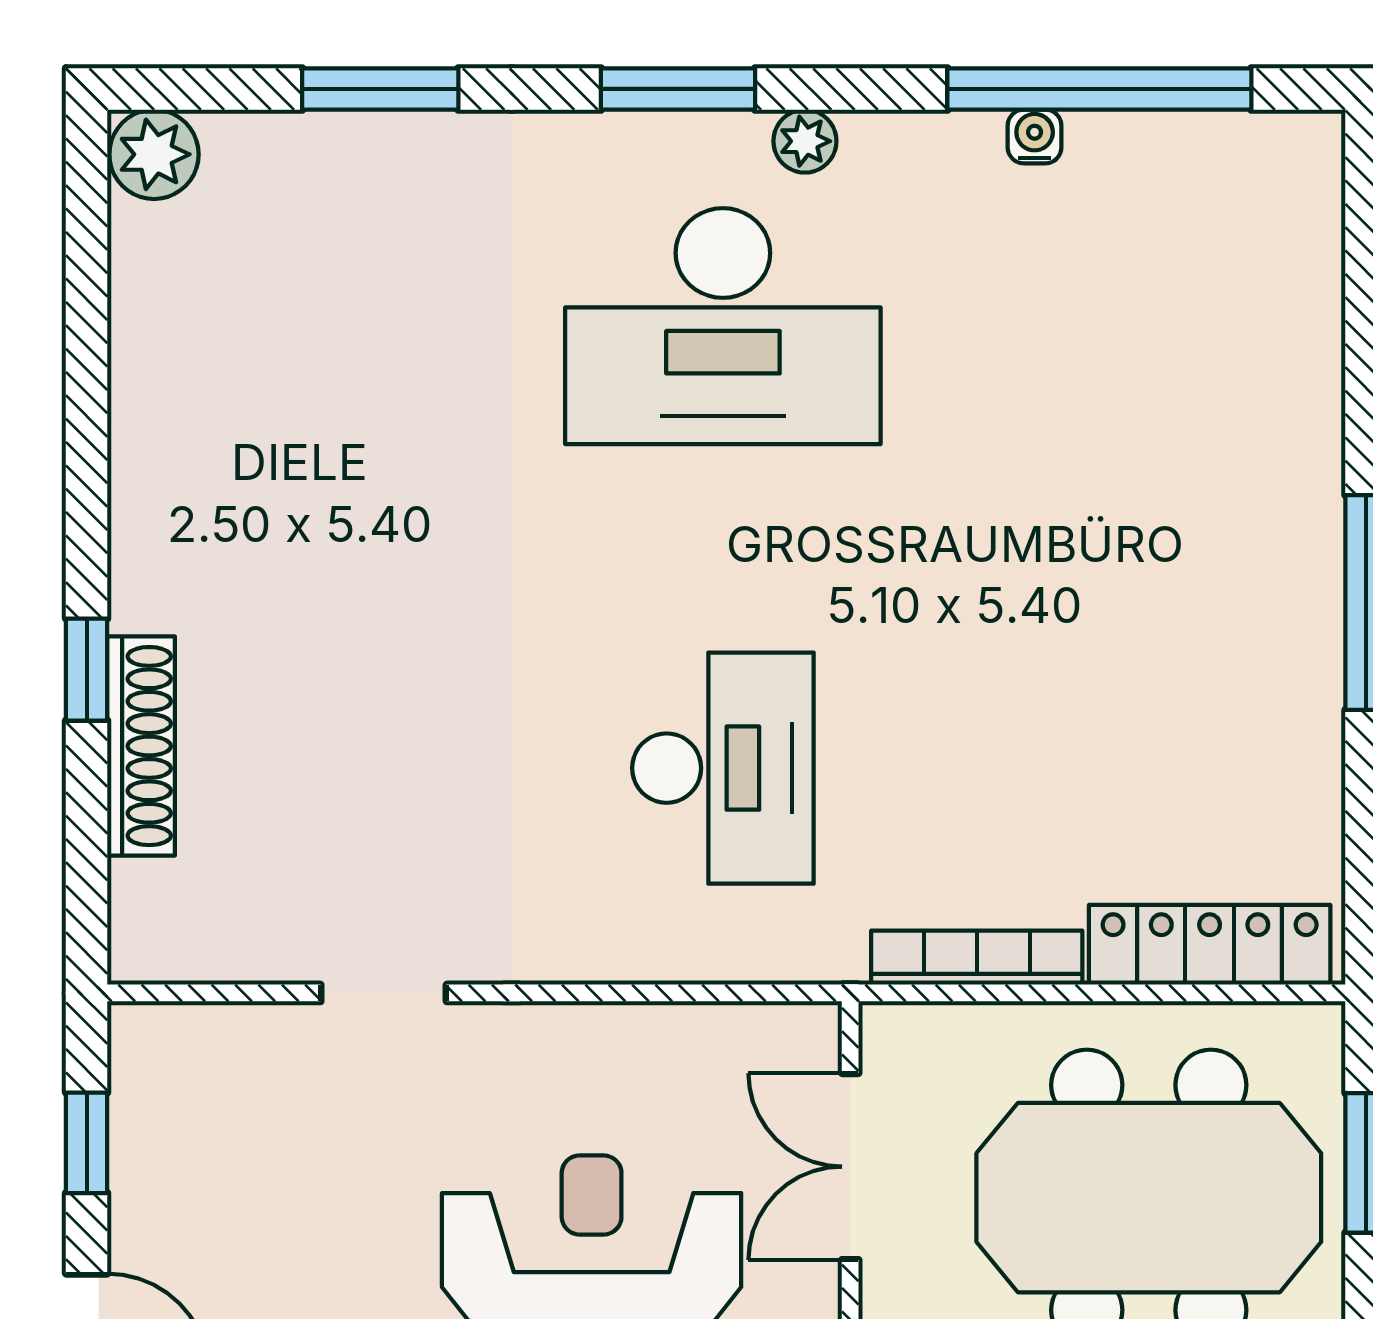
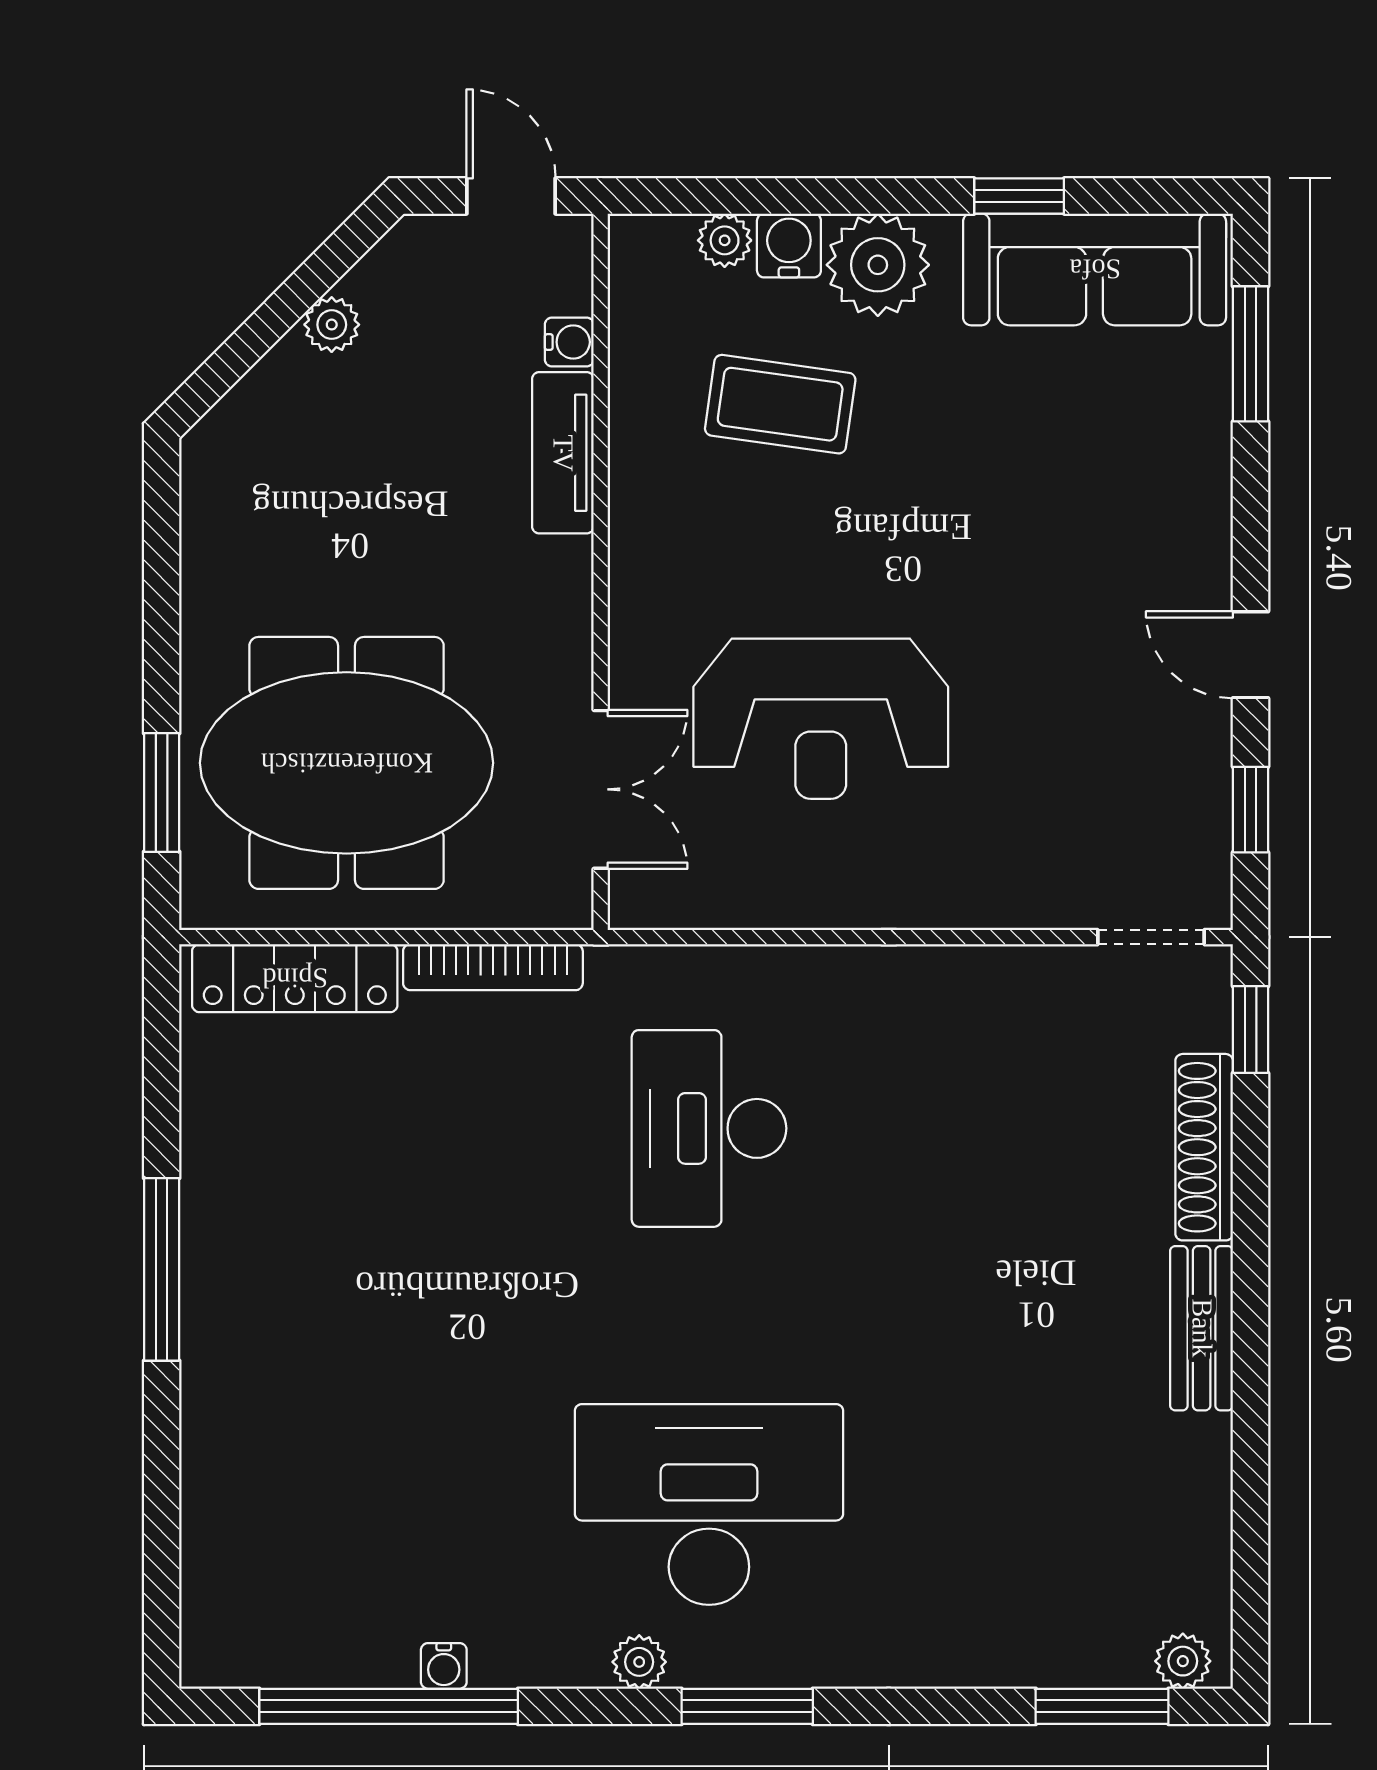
window: (380, 89) -> (1102, 1706), moved
plant: (154, 154) -> (1183, 1661), width x0.73, depth x0.73
bench: (144, 533) -> (1202, 1328), added
window: (87, 670) -> (1250, 1030), moved
doorway: (384, 993) -> (1151, 937), moved

